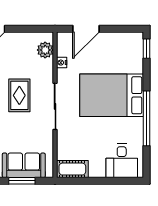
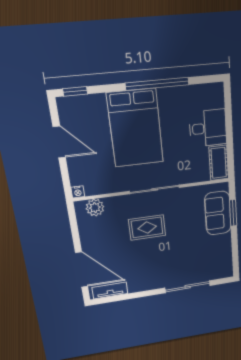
door: (86, 29) -> (59, 142), moved
nightstand: (62, 63) -> (78, 192), moved
desk: (122, 161) -> (208, 128), moved

